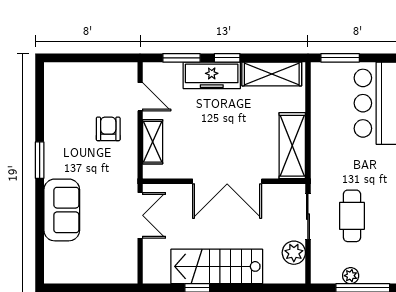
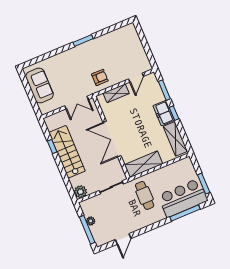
window: (340, 58) -> (204, 184), moved
freezer: (212, 75) -> (164, 113), width x0.71
armchair: (108, 129) -> (100, 77), moved
sofa: (62, 210) -> (40, 85), moved, turned -90
cafe table: (352, 216) -> (145, 195), moved, turned 90
plant: (294, 253) -> (81, 192), moved

